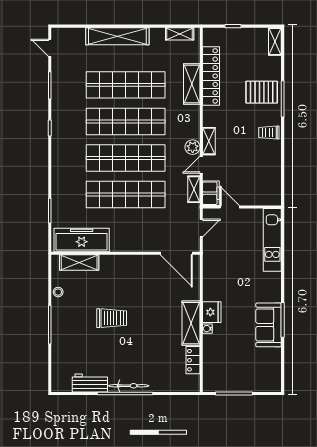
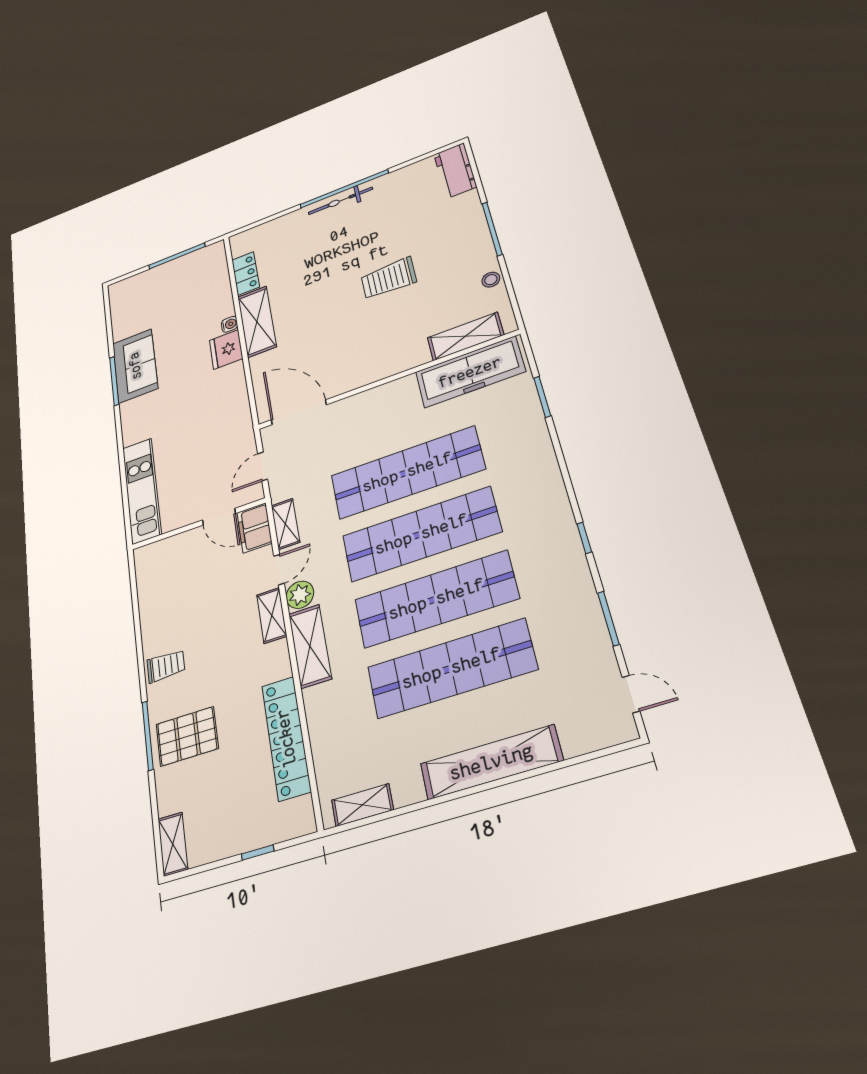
shelving: (192, 84) -> (310, 646), moved
workbench: (90, 383) -> (455, 171), moved, turned 90

